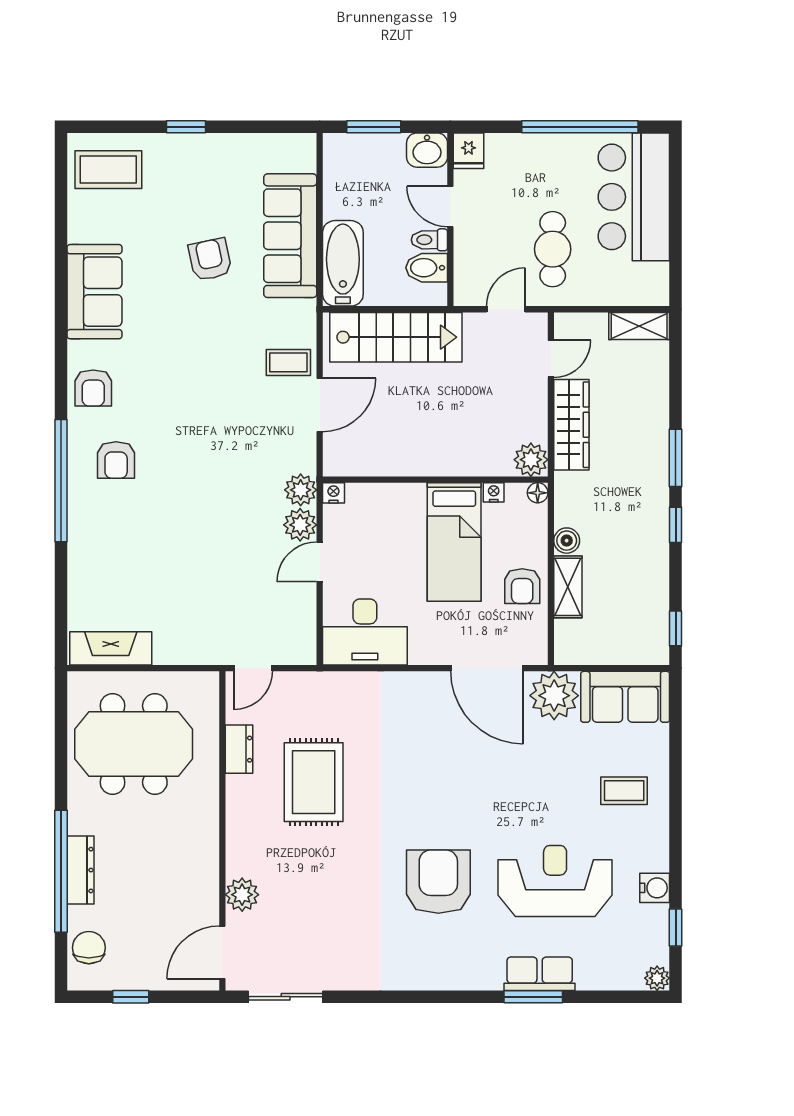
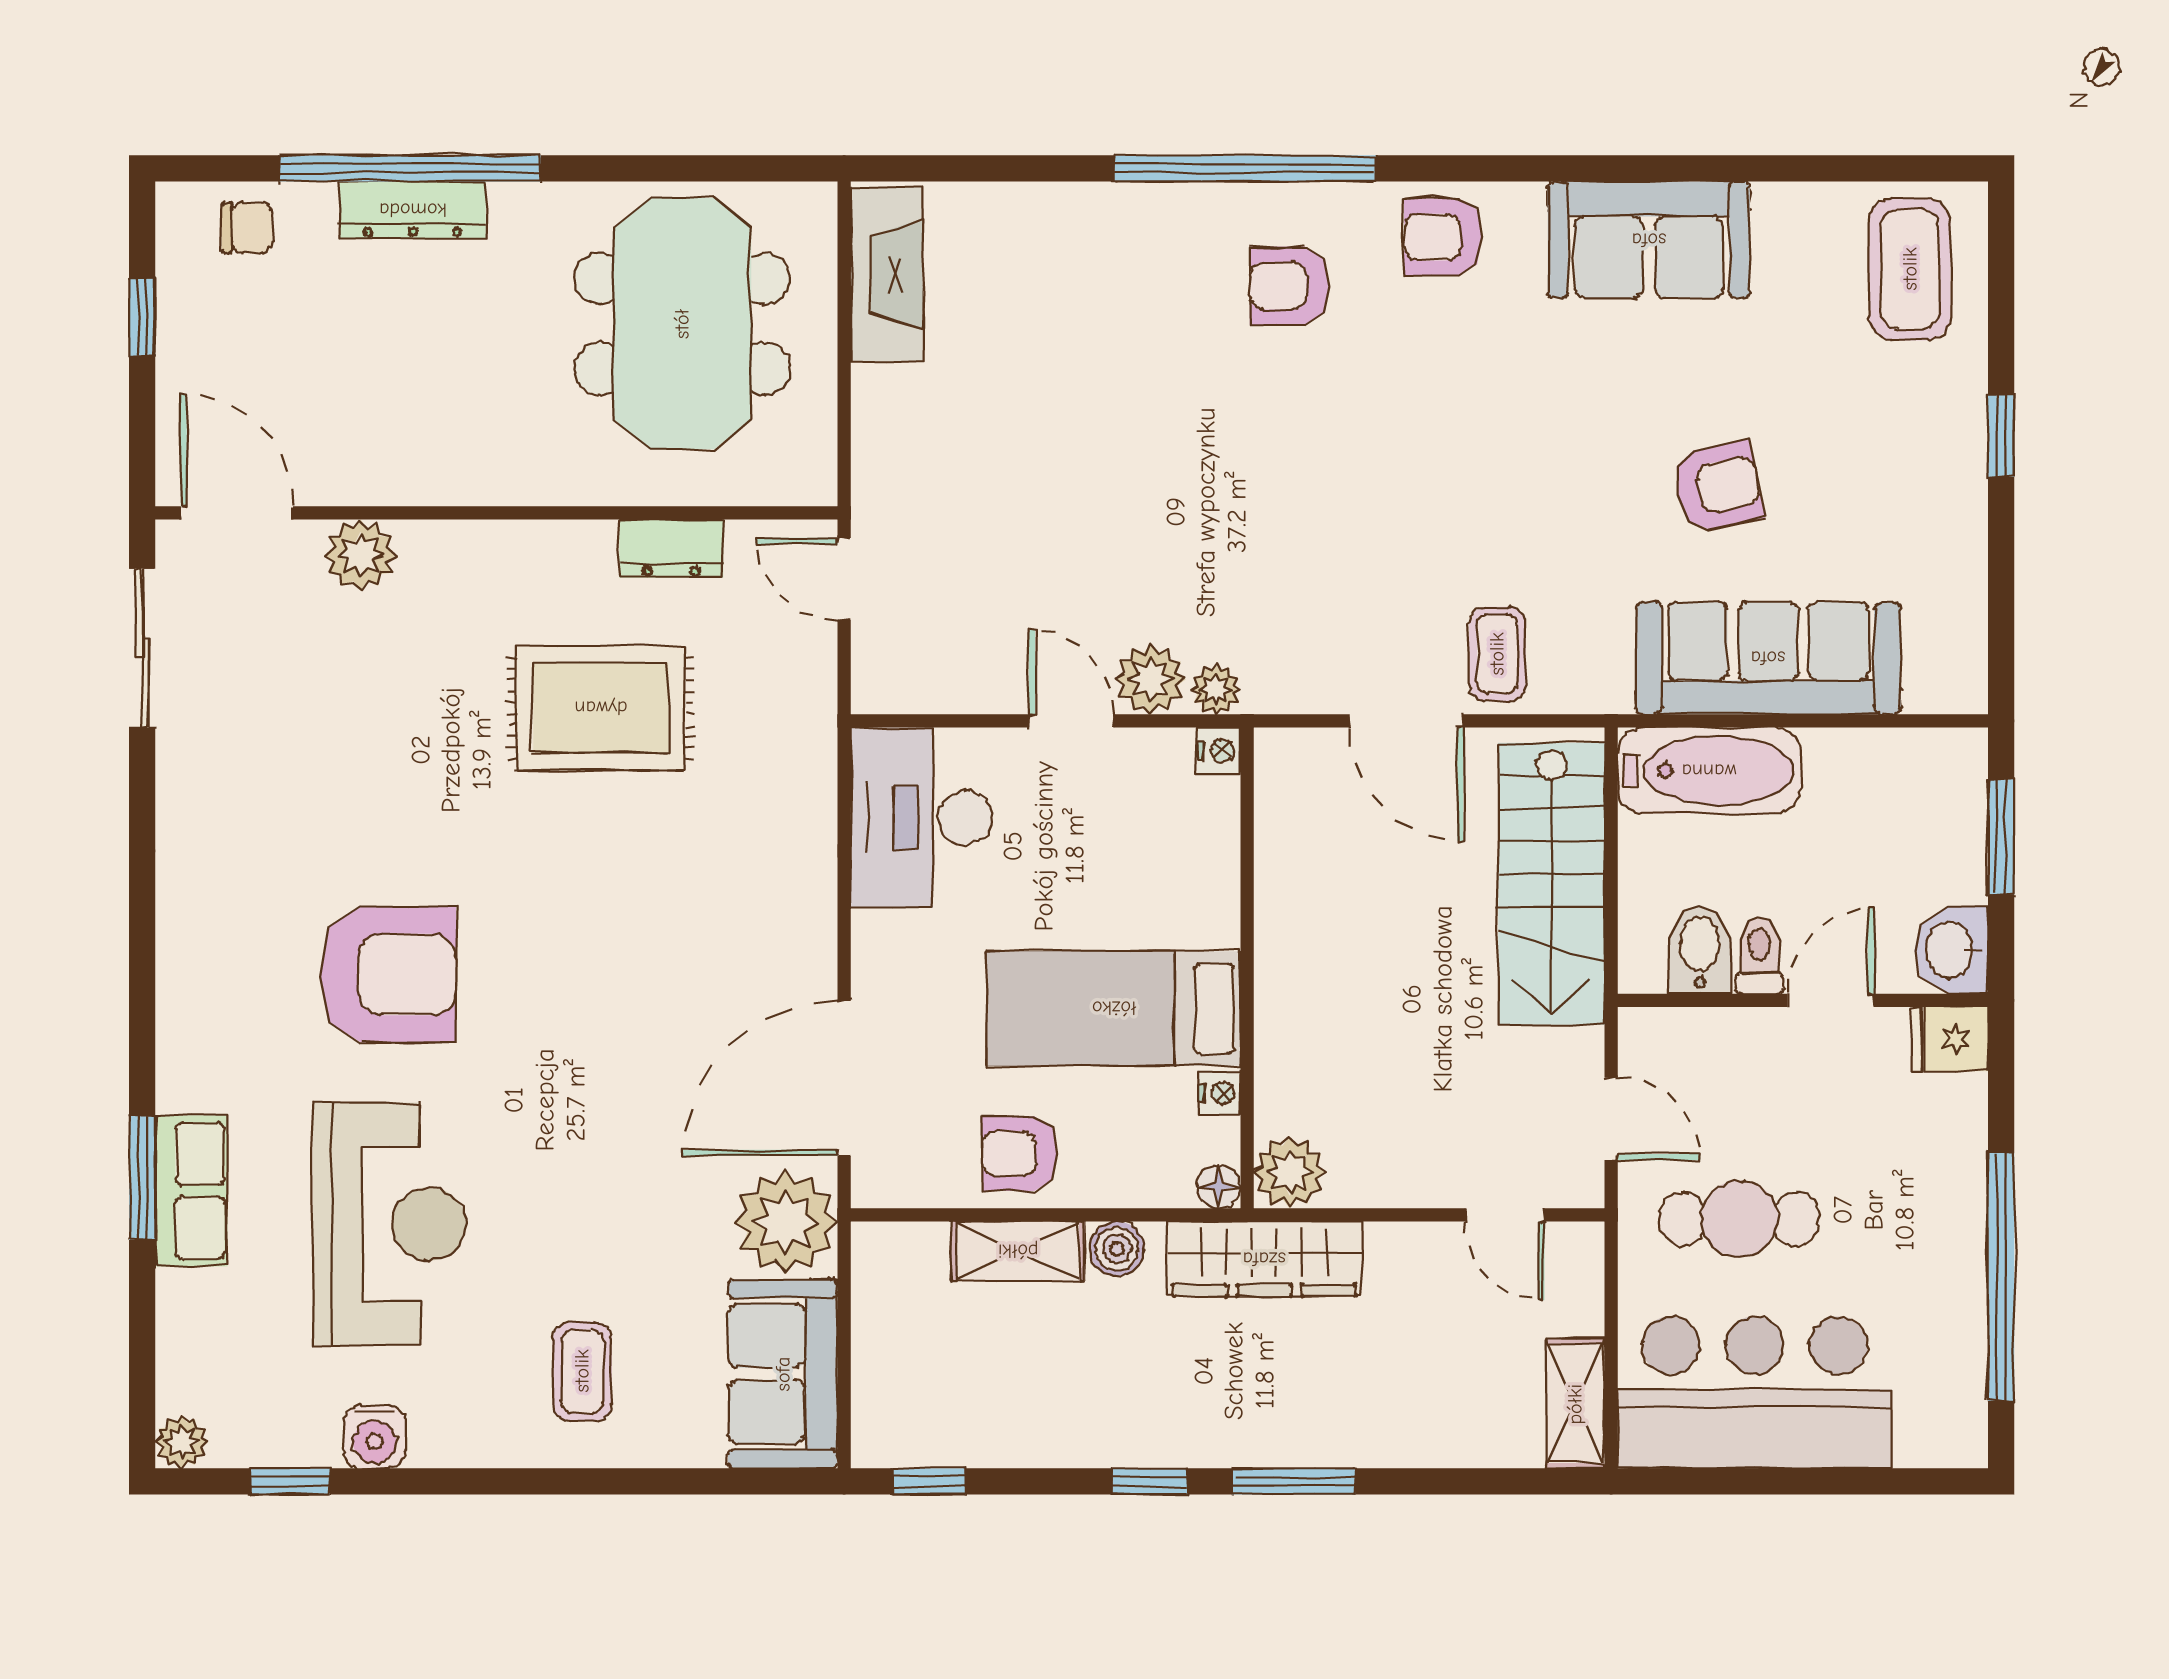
bar counter: (634, 197) -> (1755, 1392), moved
wardrobe: (571, 425) -> (1264, 1259), moved
plant: (301, 490) -> (1216, 690), width x0.73, depth x0.73
chair: (89, 948) -> (247, 228), width x0.73, depth x0.73

